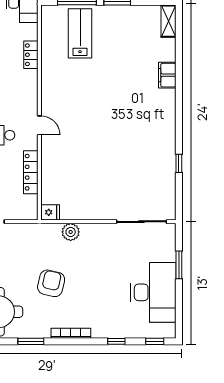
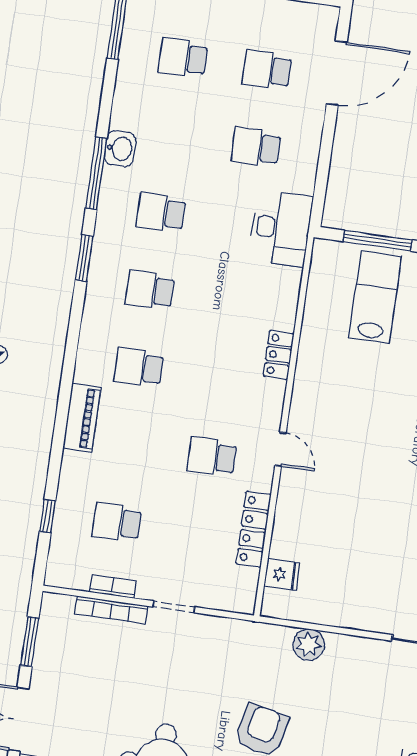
locker: (31, 55) -> (279, 355), moved
fridge: (50, 212) -> (282, 575), moved

